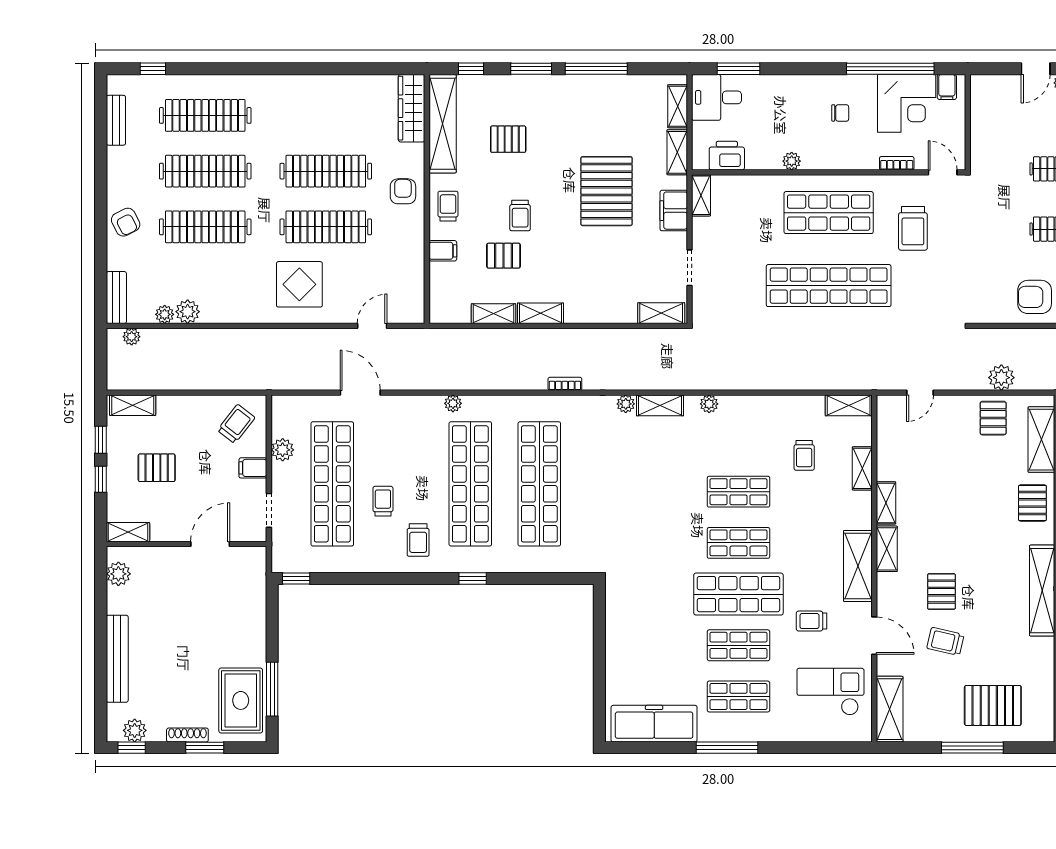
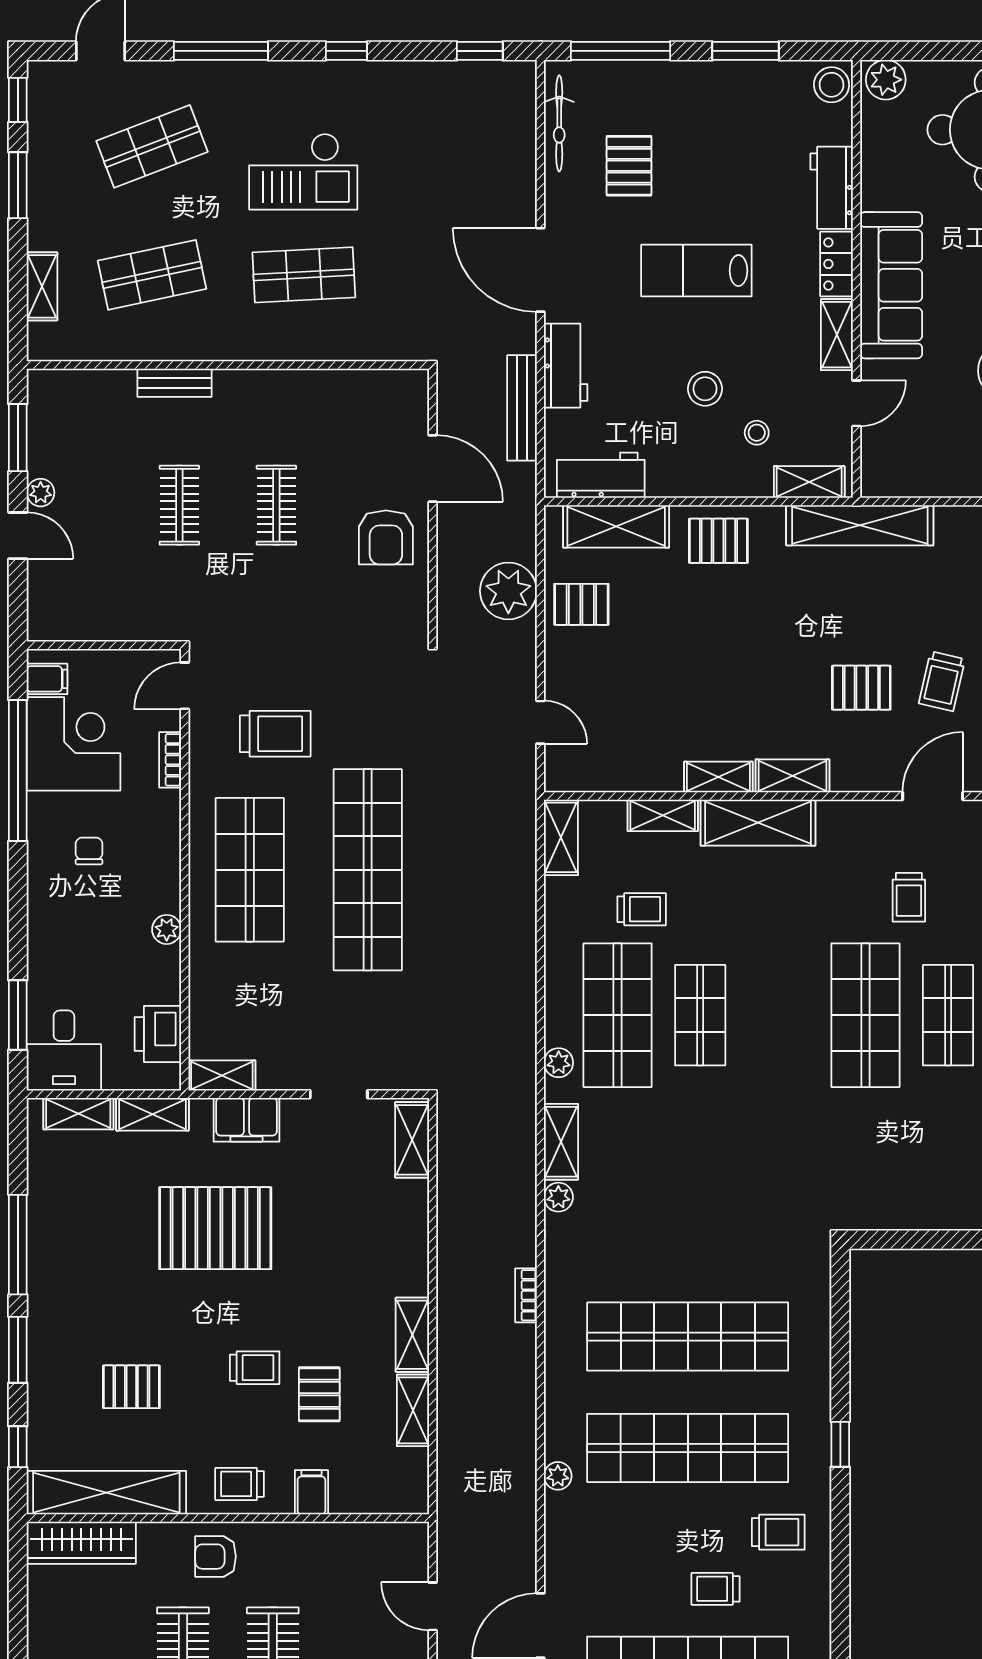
pallet: (508, 139) -> (131, 1387), turned 90
plant: (1001, 378) -> (508, 591), width x1.36, depth x1.36
shop shelf: (738, 543) -> (618, 1015), moved, width x1.43, depth x1.36
shelving: (858, 566) -> (758, 823), moved

